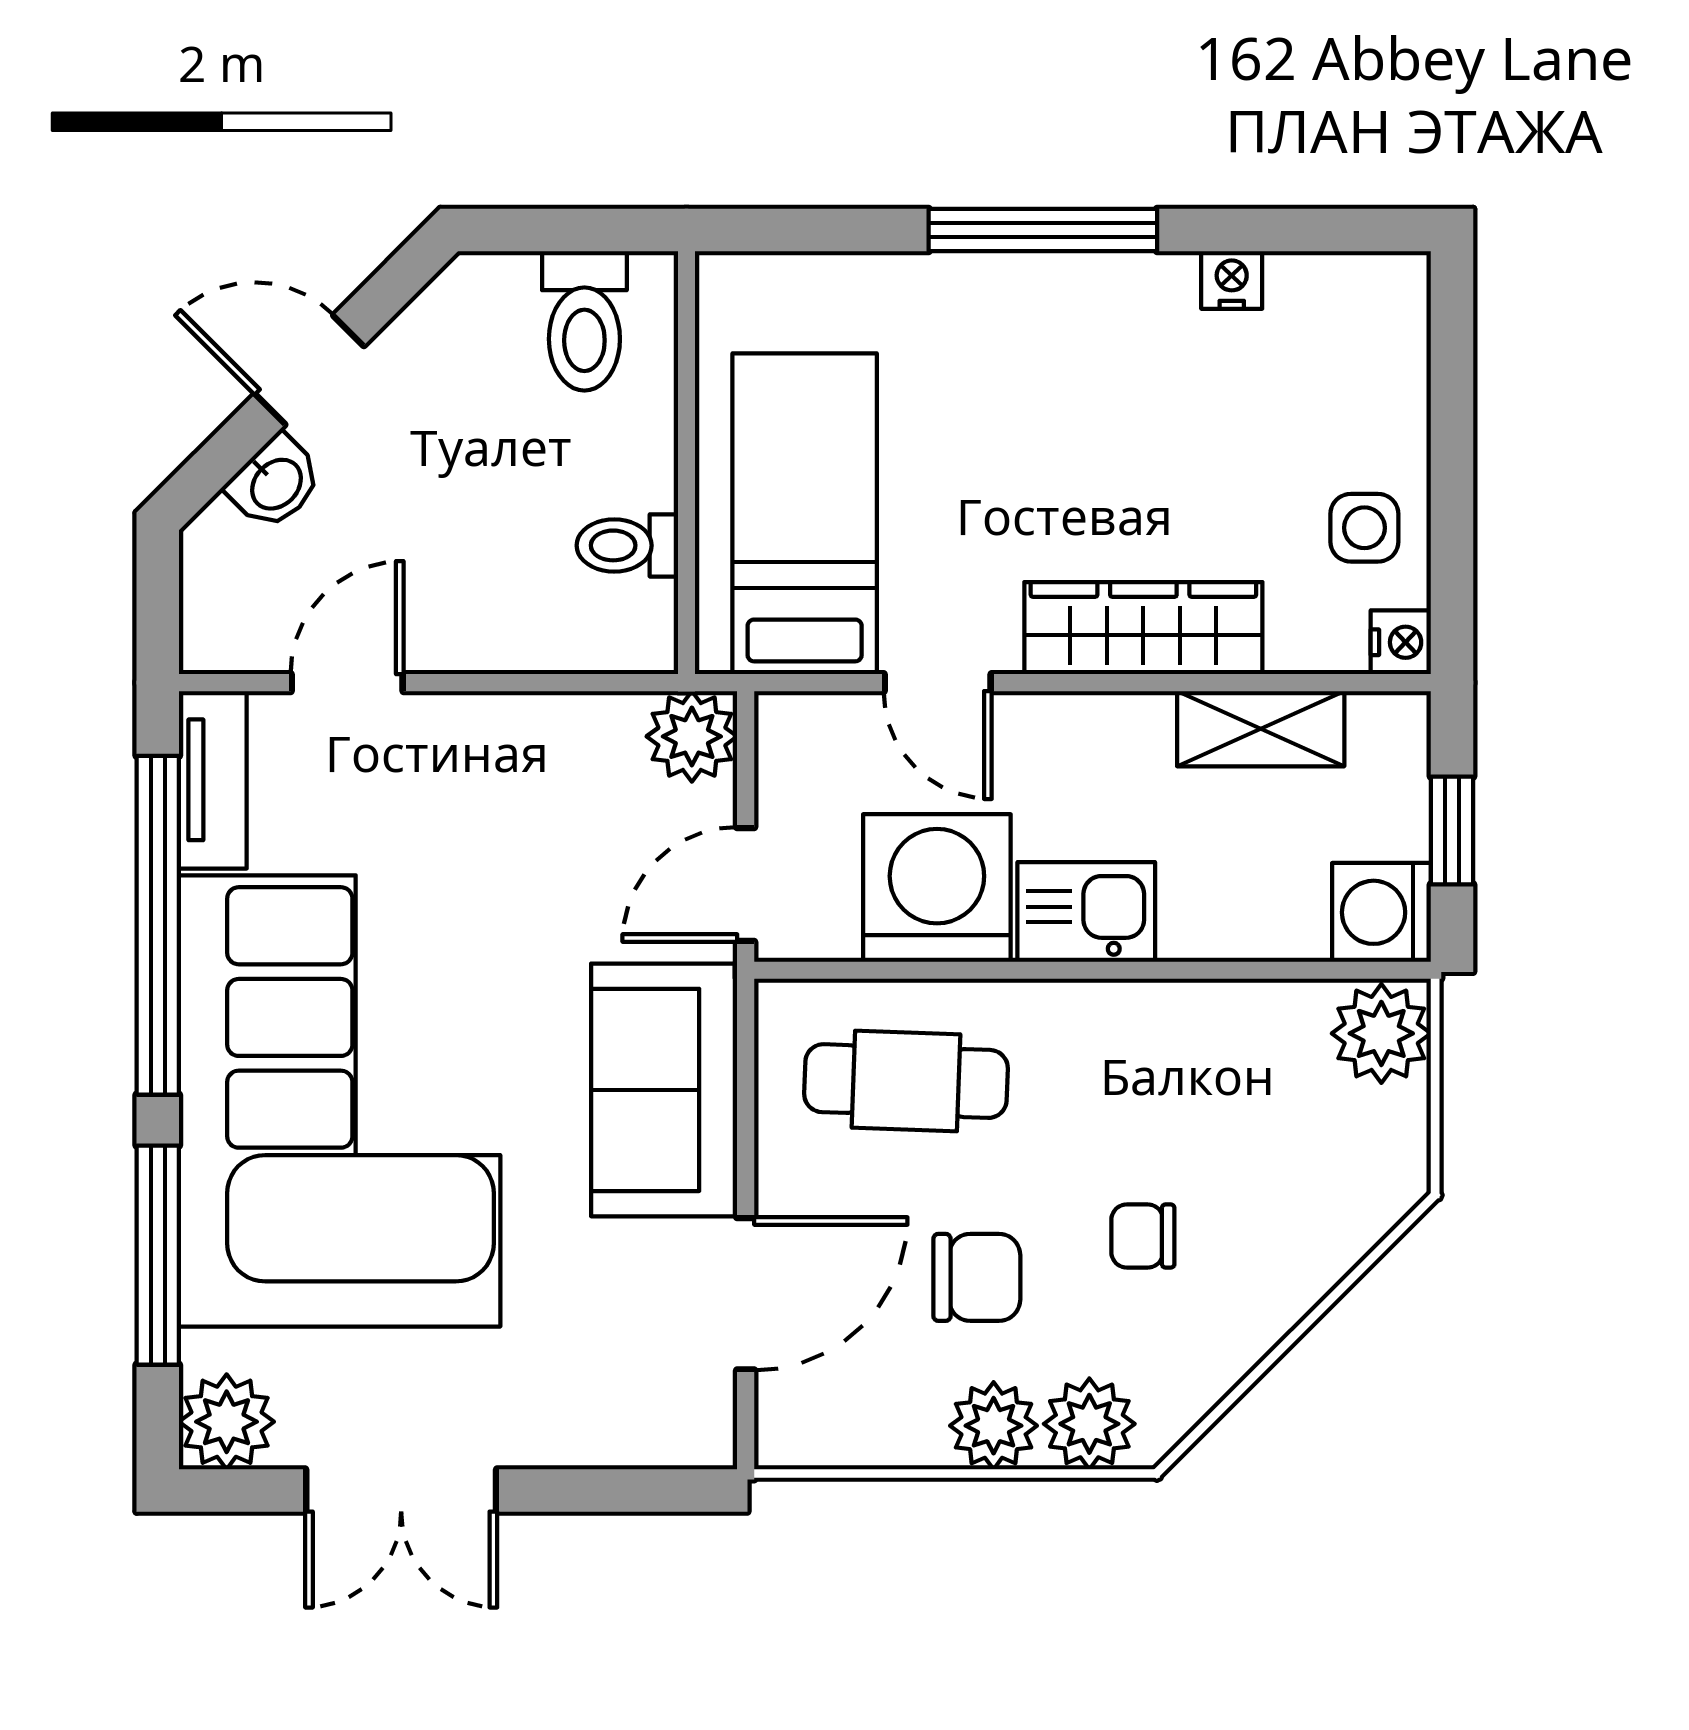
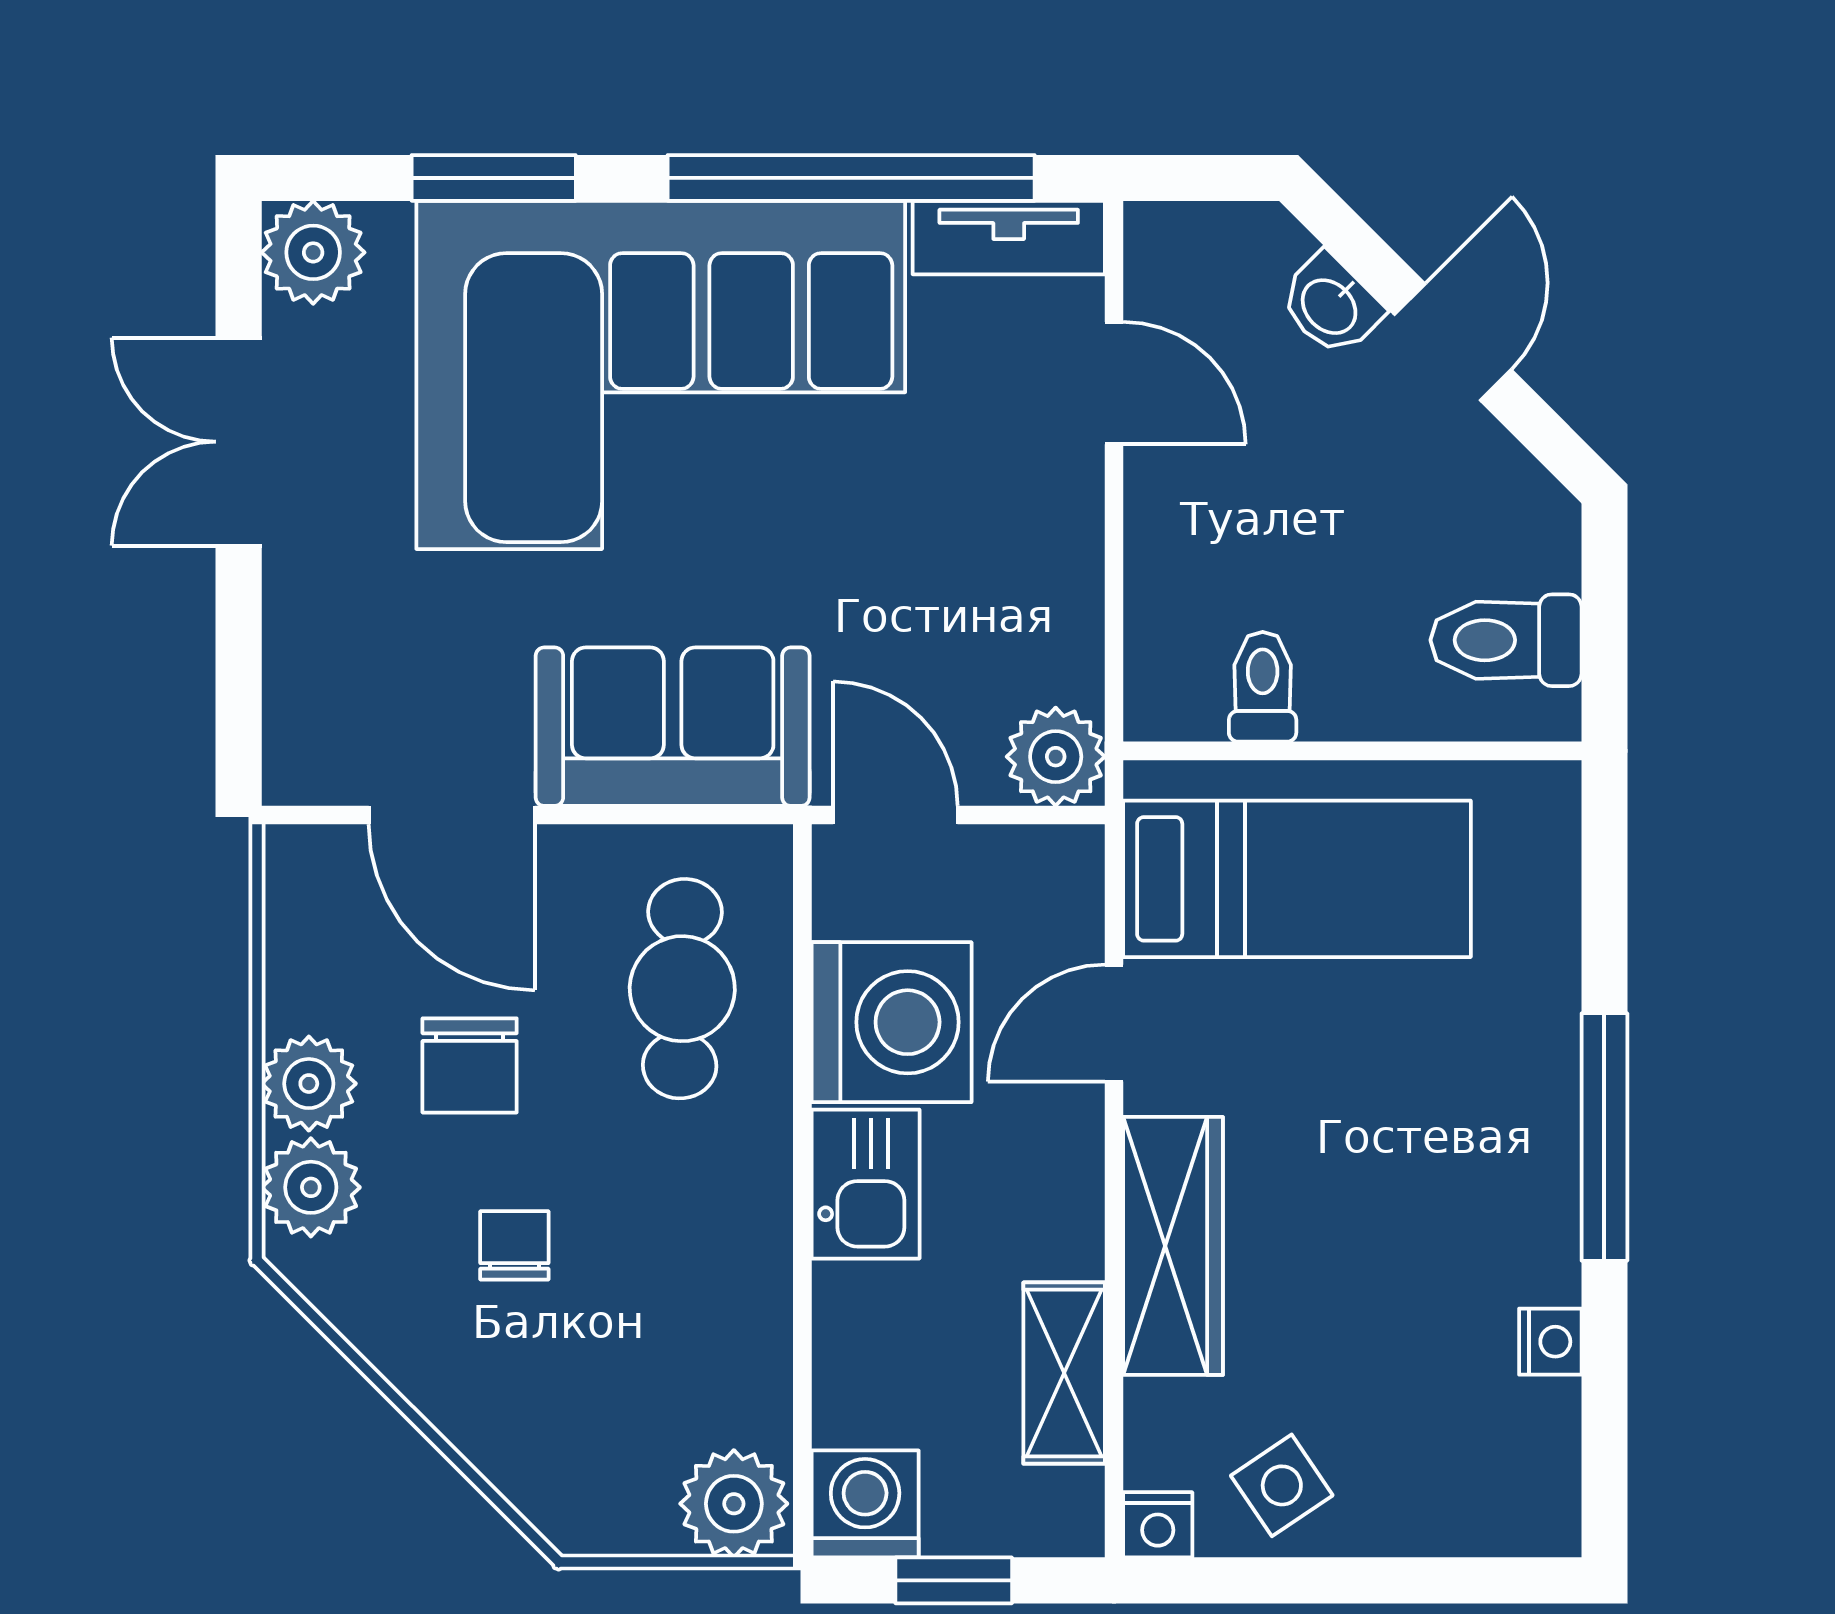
side table: (1364, 528) -> (1282, 1485), turned -34
window: (158, 1255) -> (494, 178), width x0.69

